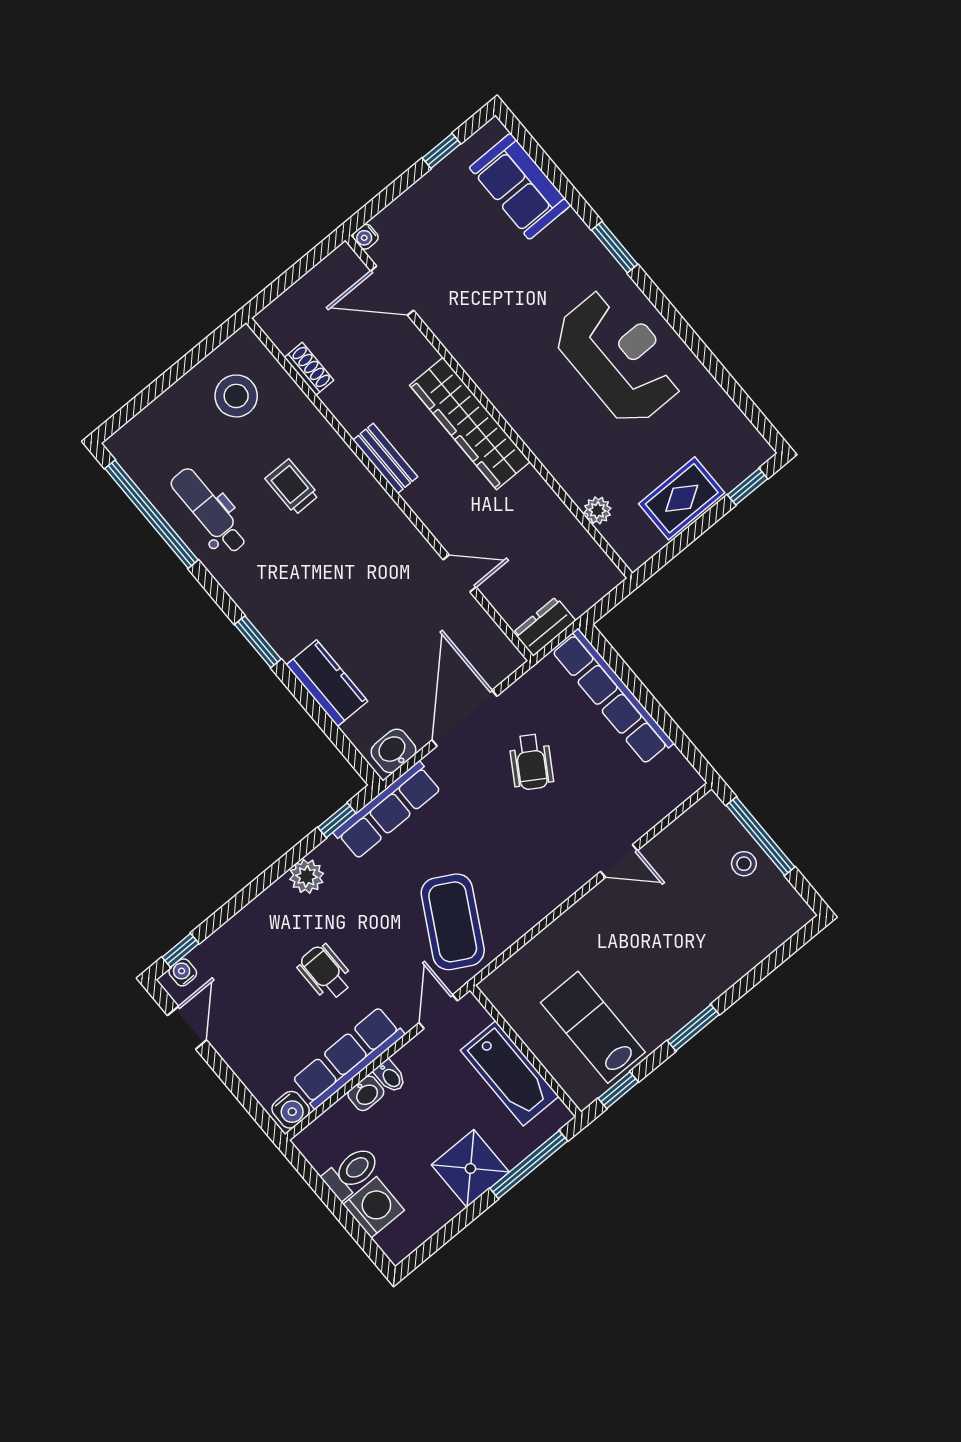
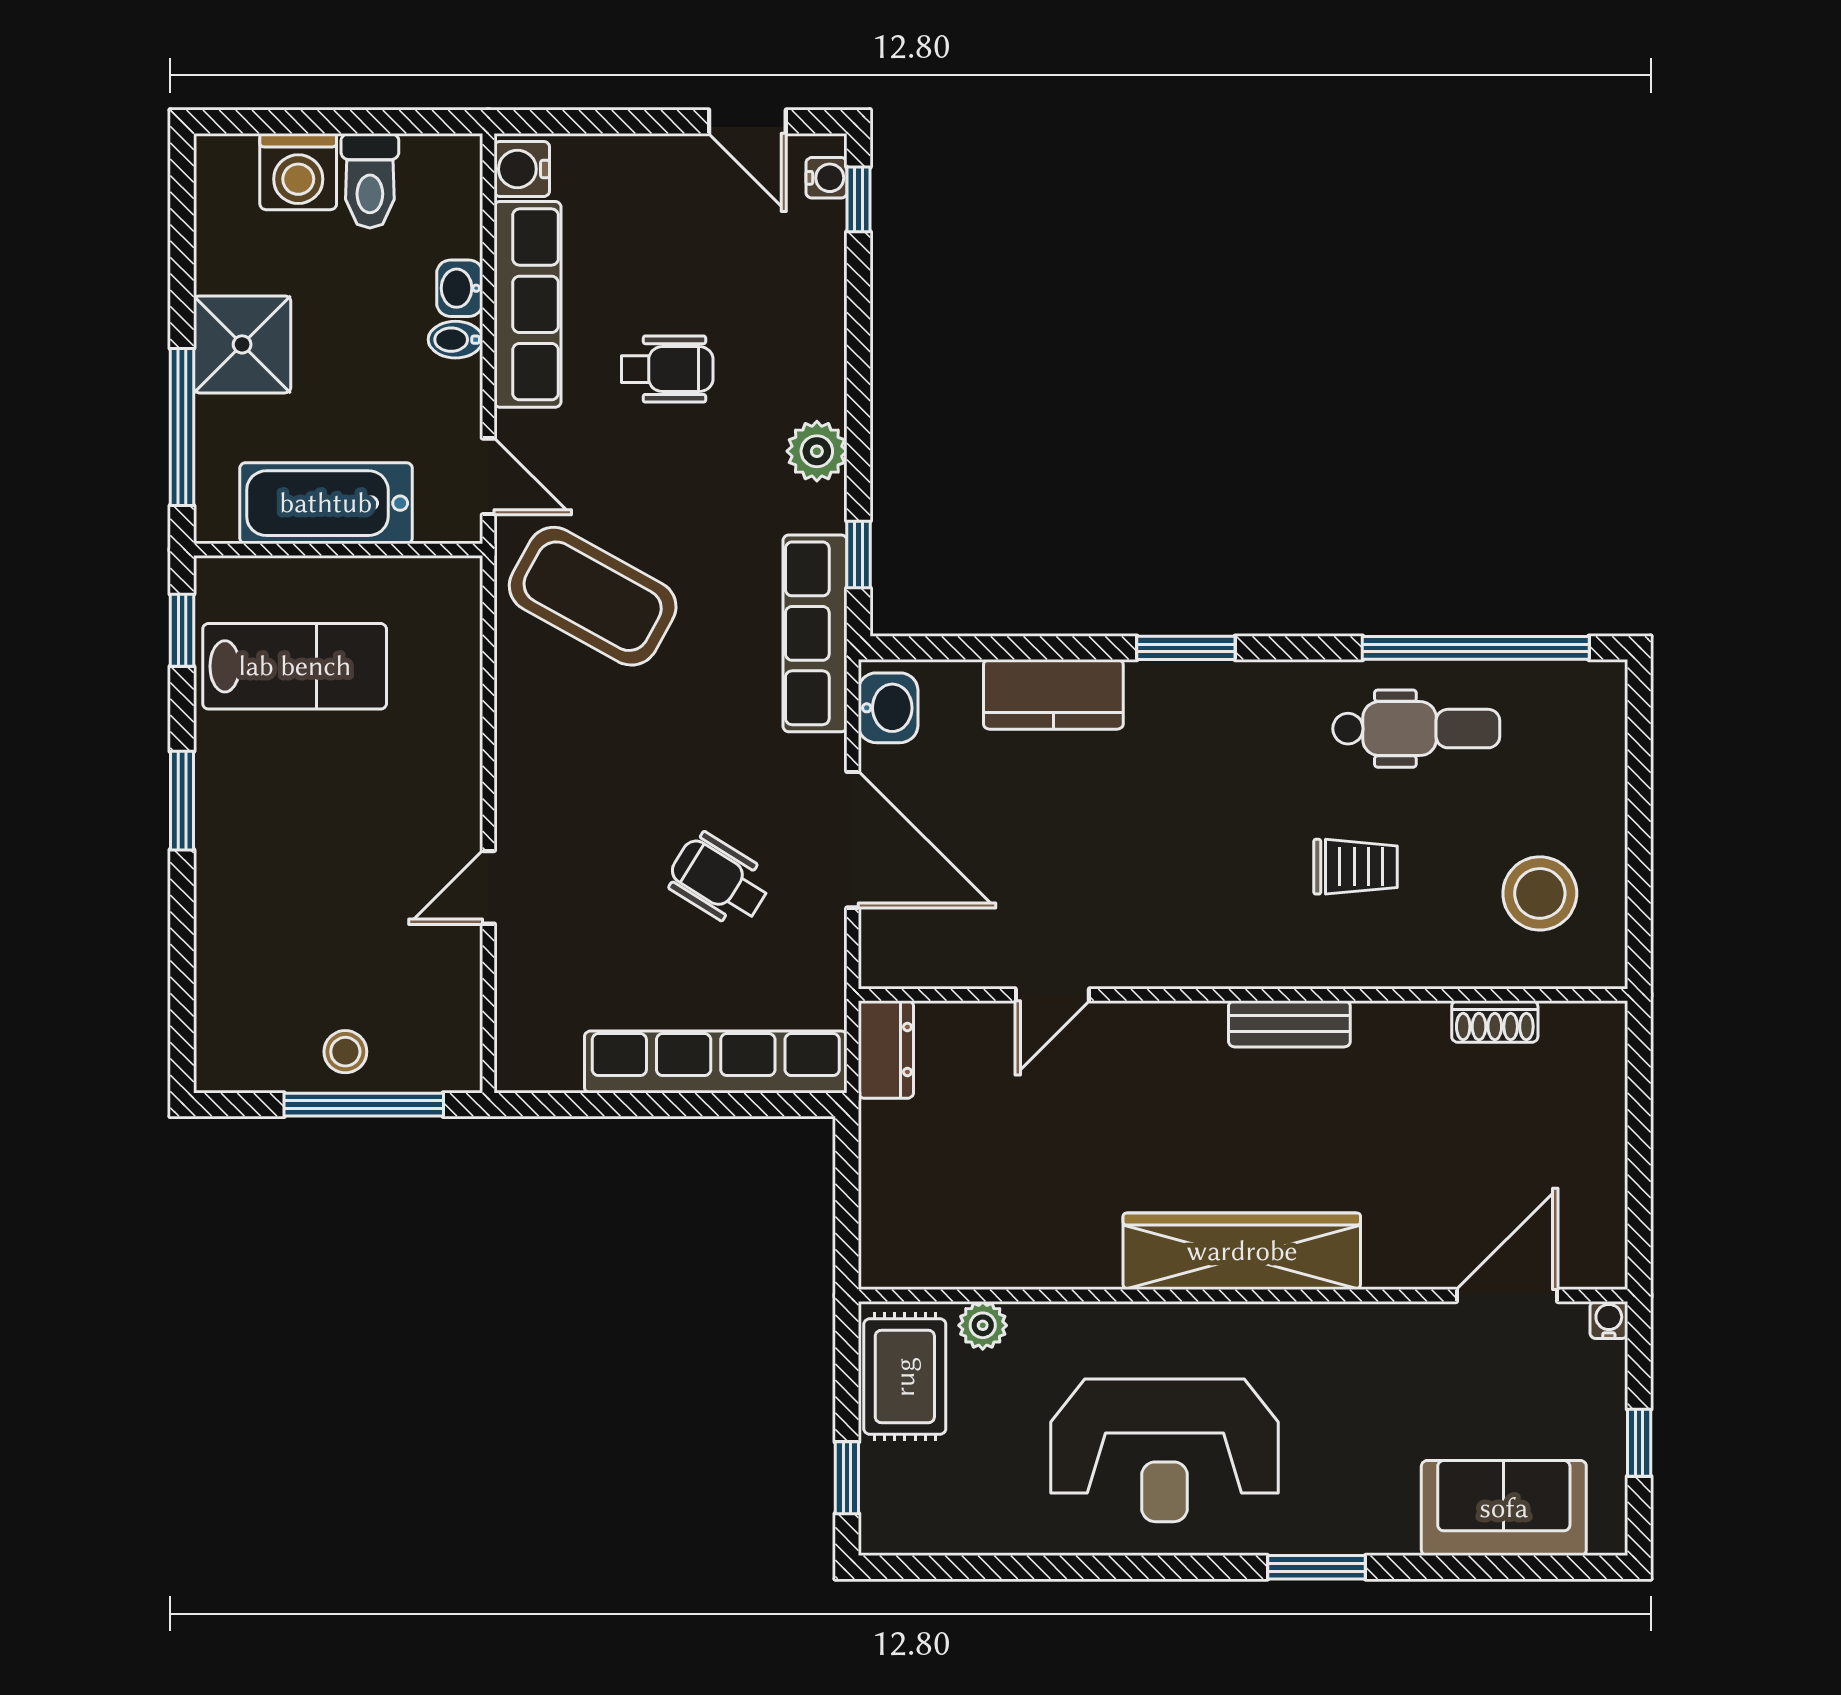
water cooler: (366, 237) -> (1609, 1320), moved
door: (392, 291) -> (1507, 1295), moved
wall: (489, 407) -> (1243, 1295), moved
wardrobe: (470, 423) -> (1242, 1251), moved
plant: (597, 510) -> (983, 1325), moved

